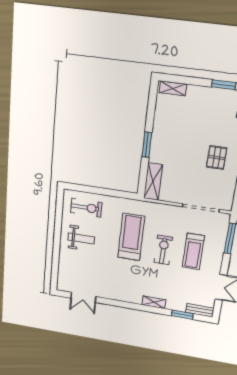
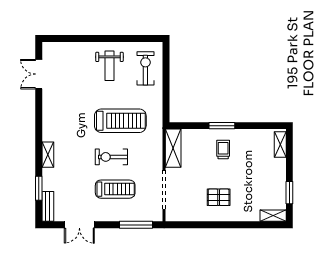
trolley: (170, 147) -> (223, 150), added
shelving: (153, 182) -> (173, 148), moved, turned 90
exercise bike: (86, 208) -> (145, 68), turned 180
exercise bike: (163, 250) -> (111, 157), turned 180
treadmill: (193, 251) -> (115, 189), turned 180

